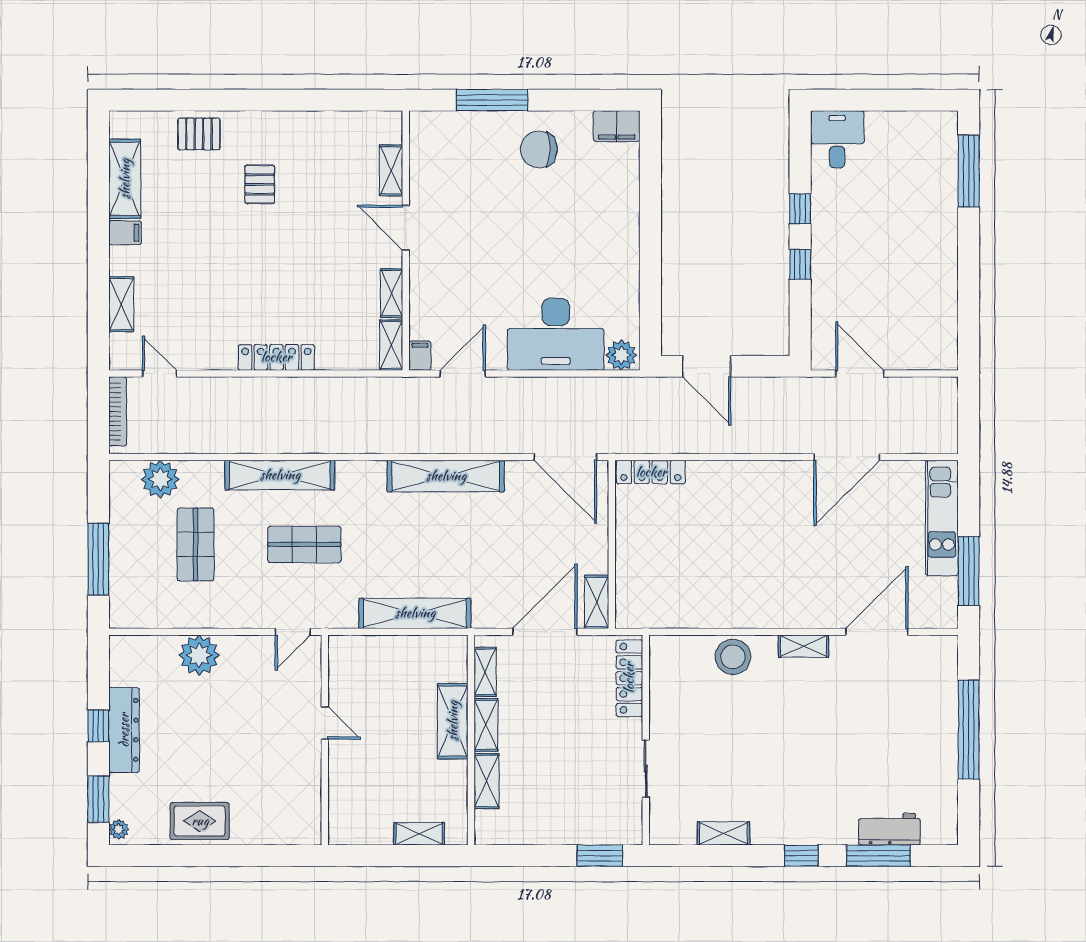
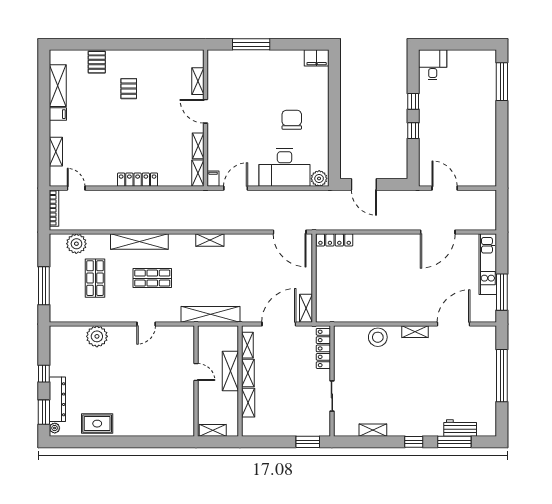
pallet: (199, 134) -> (97, 62), turned 90
chair: (539, 149) -> (292, 120), moved, turned 90
shelving: (446, 476) -> (210, 240), width x0.45, depth x0.75
door: (325, 723) -> (196, 372), moved
dresser: (124, 730) -> (57, 399), moved
wall: (325, 740) -> (196, 381), moved

